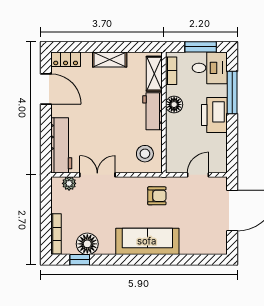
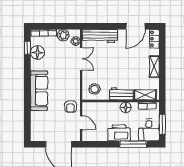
armchair: (157, 196) -> (71, 107), moved
plant: (60, 203) -> (63, 35), added

